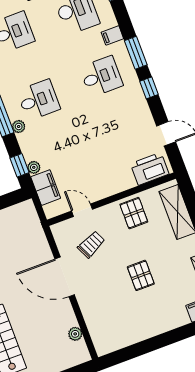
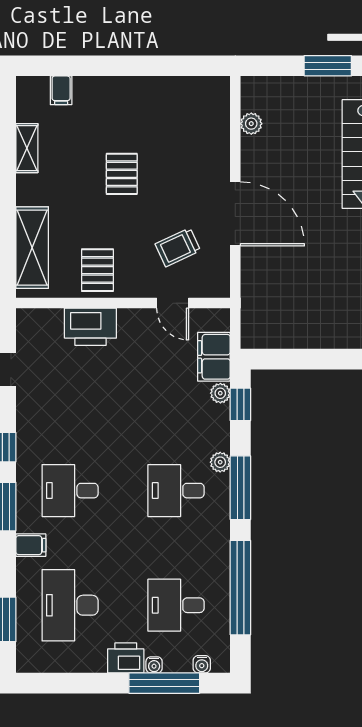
printer: (150, 169) -> (90, 327), moved

